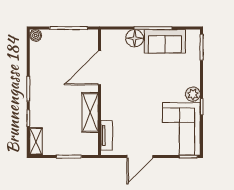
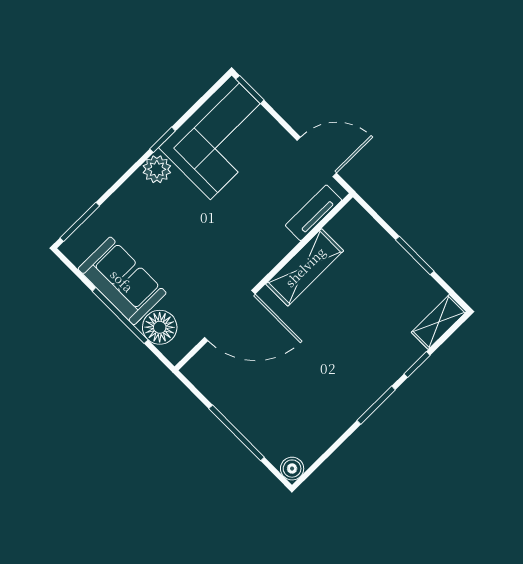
door: (100, 68) -> (230, 316), moved
wall: (100, 92) -> (264, 282), moved
shelving: (90, 112) -> (305, 267), moved
tv unit: (107, 135) -> (314, 213), moved

